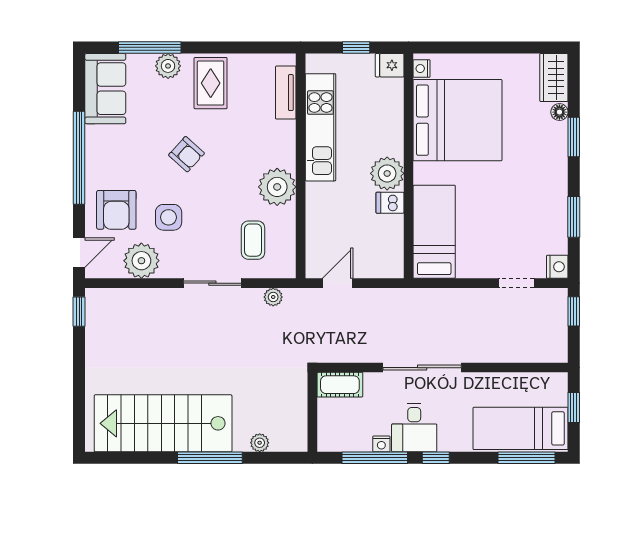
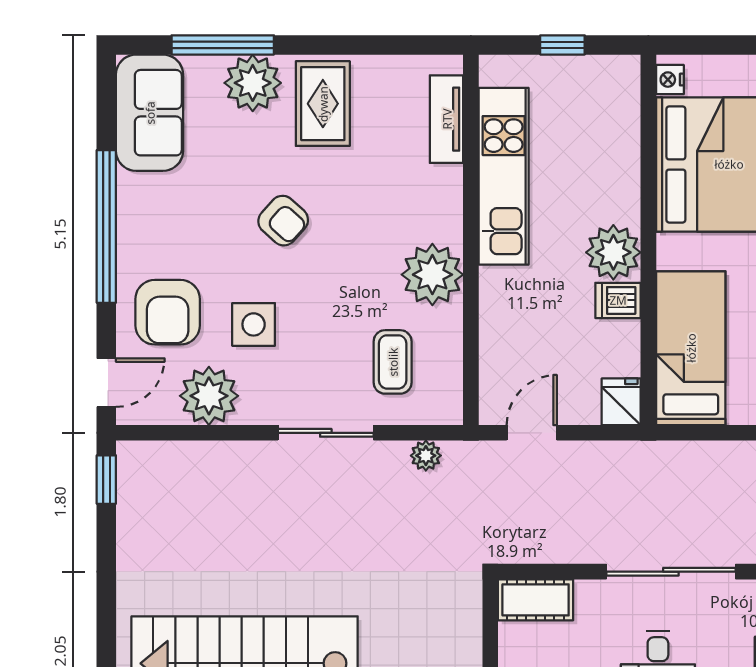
fridge: (390, 65) -> (621, 402), moved, turned 90
plant: (168, 66) -> (253, 83), width x1.36, depth x1.36

